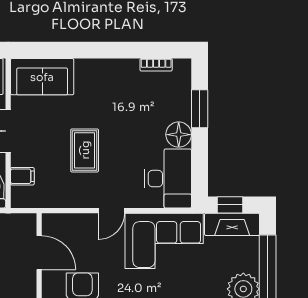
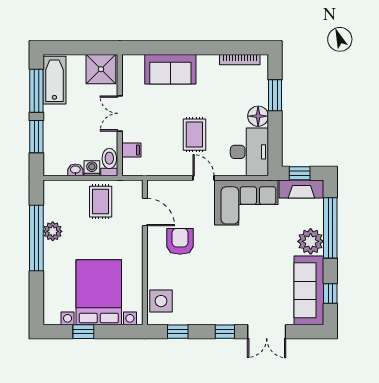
bookcase: (156, 65) -> (240, 60), width x1.56
sofa: (42, 77) -> (170, 69), moved
rug: (85, 150) -> (194, 135), moved
door: (111, 211) -> (203, 178), swing flipped

